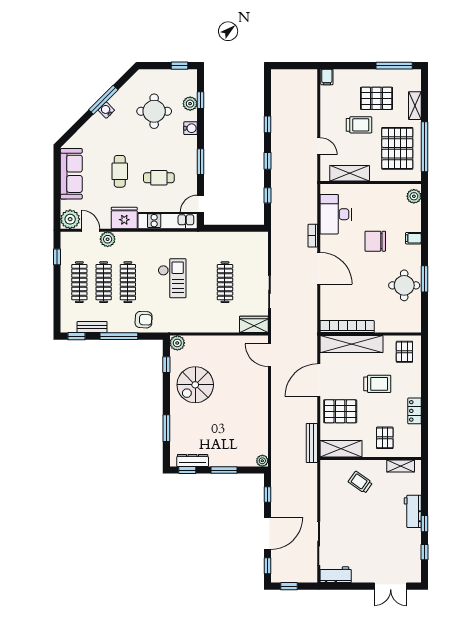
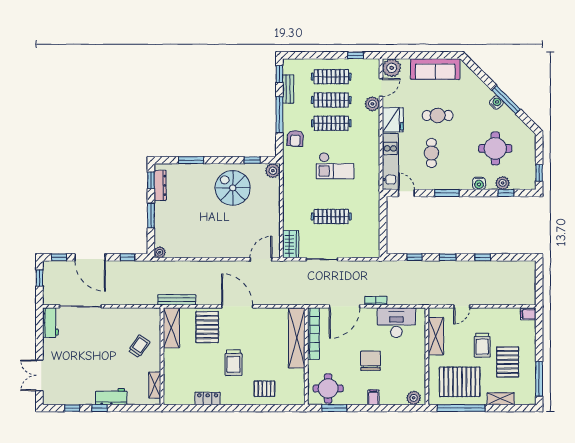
bookcase: (347, 327) -> (313, 334), moved
wall: (371, 334) -> (306, 356), moved
shelving: (352, 344) -> (297, 338), moved
pallet: (385, 438) -> (182, 370), removed

